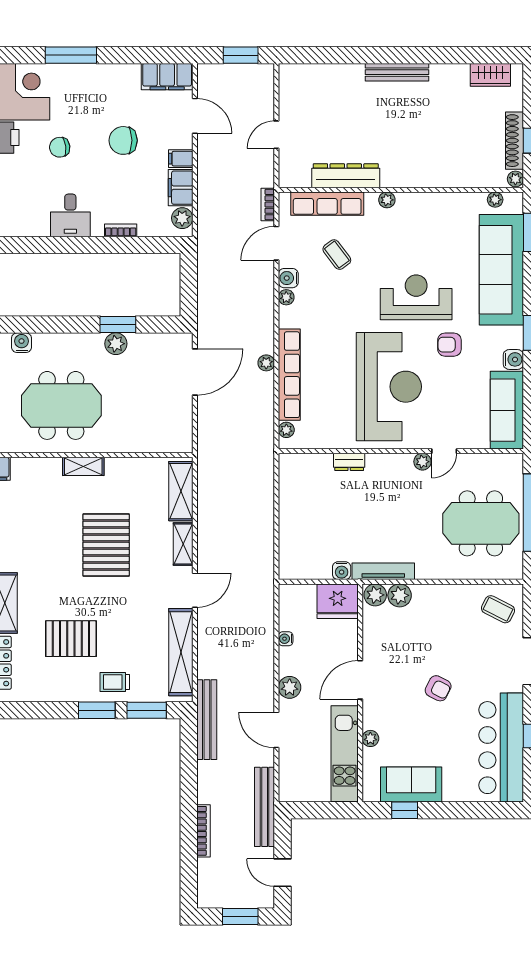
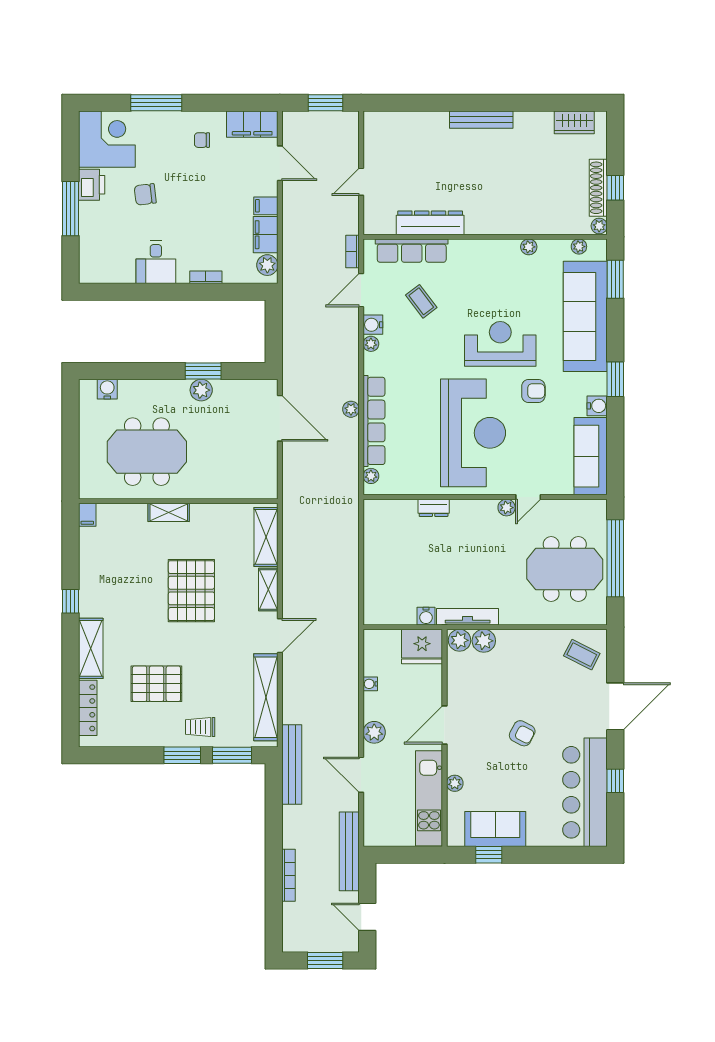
chair: (123, 140) -> (202, 140), moved, width x0.54, depth x0.54
plant: (387, 200) -> (529, 247), moved
armchair: (449, 345) -> (533, 391), turned 180
door: (195, 372) -> (280, 418), hinge flipped

